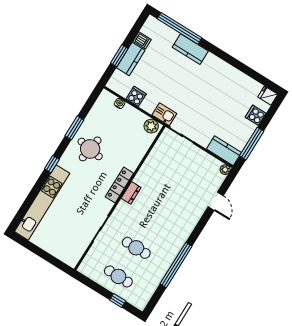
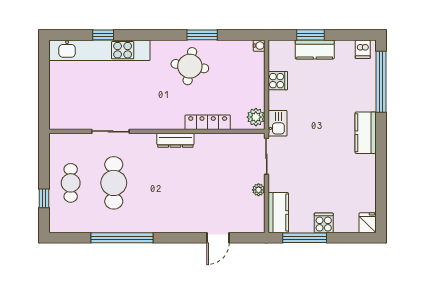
dishwasher: (142, 40) -> (363, 49), moved
kitchen counter: (190, 49) -> (366, 133), moved
water cooler: (120, 103) -> (259, 46), moved
cooker: (256, 115) -> (324, 223), moved
window: (52, 164) -> (103, 35), moved
plant: (225, 170) -> (259, 190), moved
locker: (119, 185) -> (208, 122), moved
dresser: (131, 193) -> (175, 140), width x1.44
cafe table: (136, 248) -> (114, 183), width x1.37, depth x1.35

